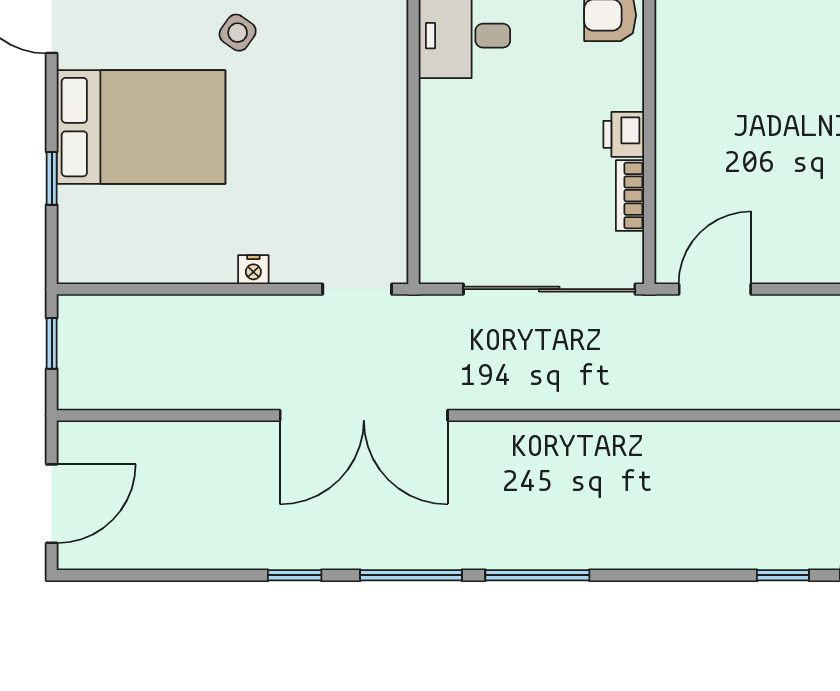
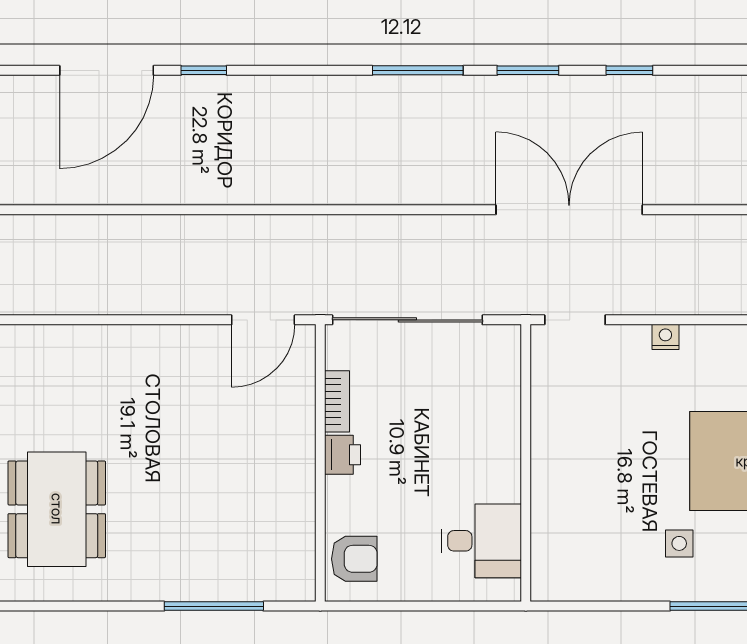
side table: (238, 33) -> (679, 543), turned -35
window: (411, 575) -> (528, 70), width x0.69

